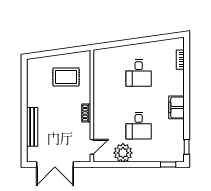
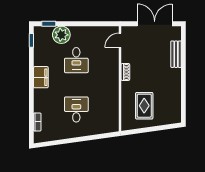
rug: (66, 77) -> (144, 106), turned 90
desk: (139, 126) -> (76, 60), turned 180
bench: (32, 127) -> (176, 54), width x0.73
plant: (123, 153) -> (61, 35), moved

